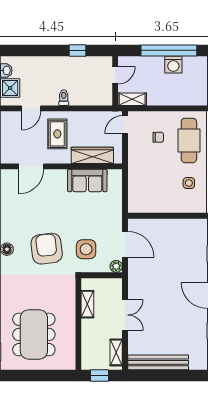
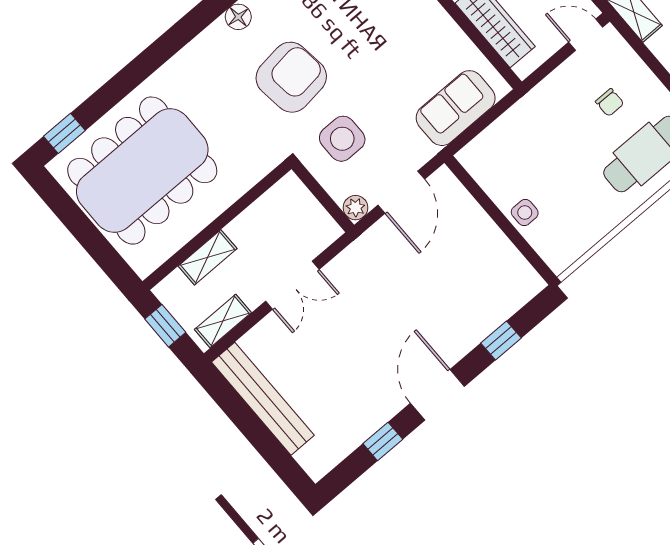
sofa: (87, 180) -> (456, 108), moved, turned 90
side table: (189, 183) -> (525, 213), moved
shelving: (87, 304) -> (208, 257), moved
dining table: (34, 334) -> (142, 171), width x1.36, depth x1.24

